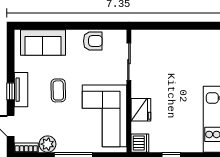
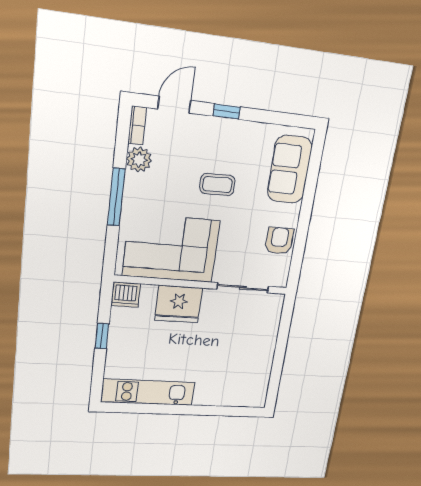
armchair: (93, 41) -> (279, 241), turned 180
tv unit: (21, 90) -> (227, 128), removed
fridge: (141, 110) -> (178, 304), width x1.36, depth x1.34

